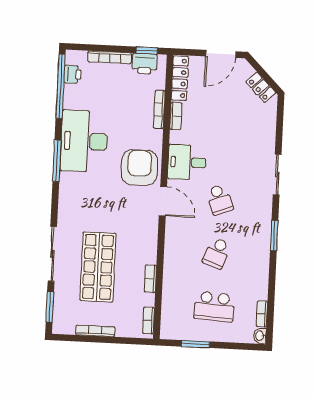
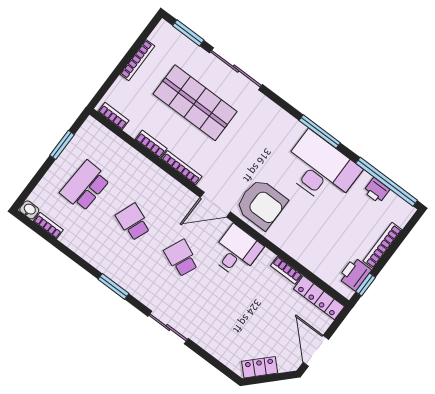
printer: (73, 74) -> (377, 190), moved
bookcase: (159, 109) -> (182, 168), moved
school desk: (220, 200) -> (181, 258), turned 45

